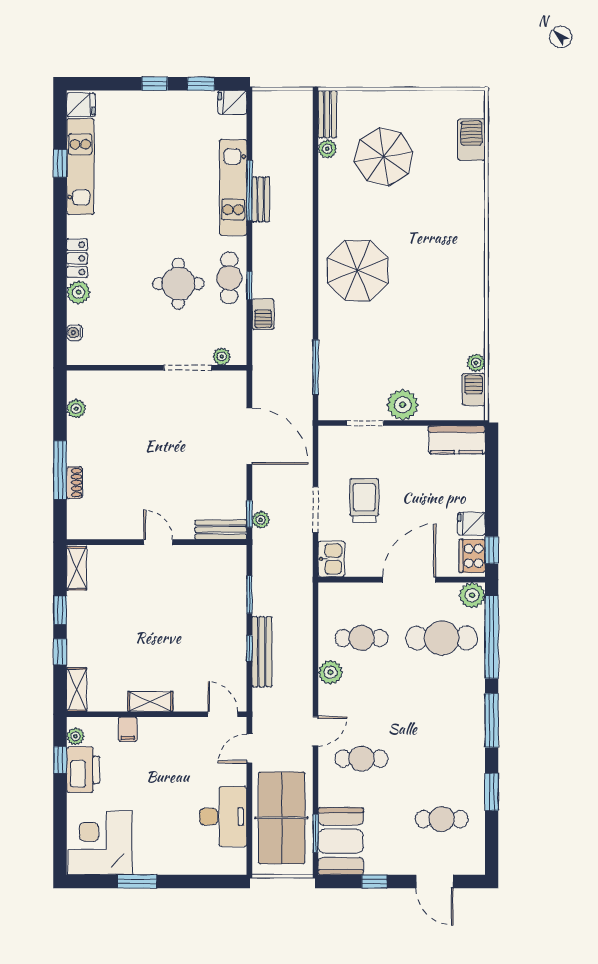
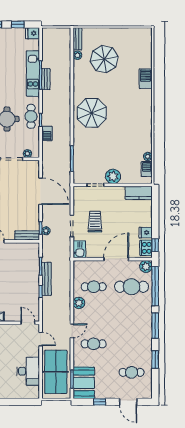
barbecue: (471, 140) -> (146, 79), moved
bench: (262, 652) -> (46, 279), moved
door: (249, 748) -> (41, 339), swing flipped

